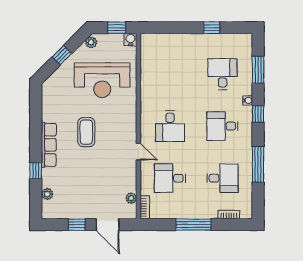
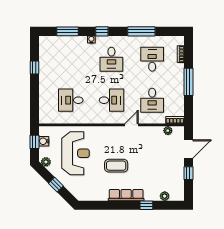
water cooler: (130, 40) -> (44, 141), moved
desk: (222, 74) -> (71, 100), moved

